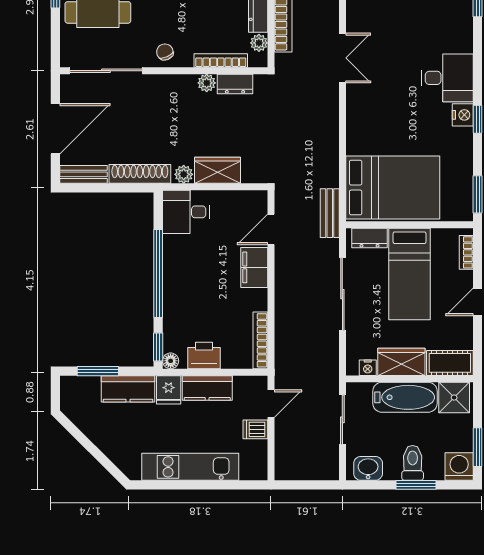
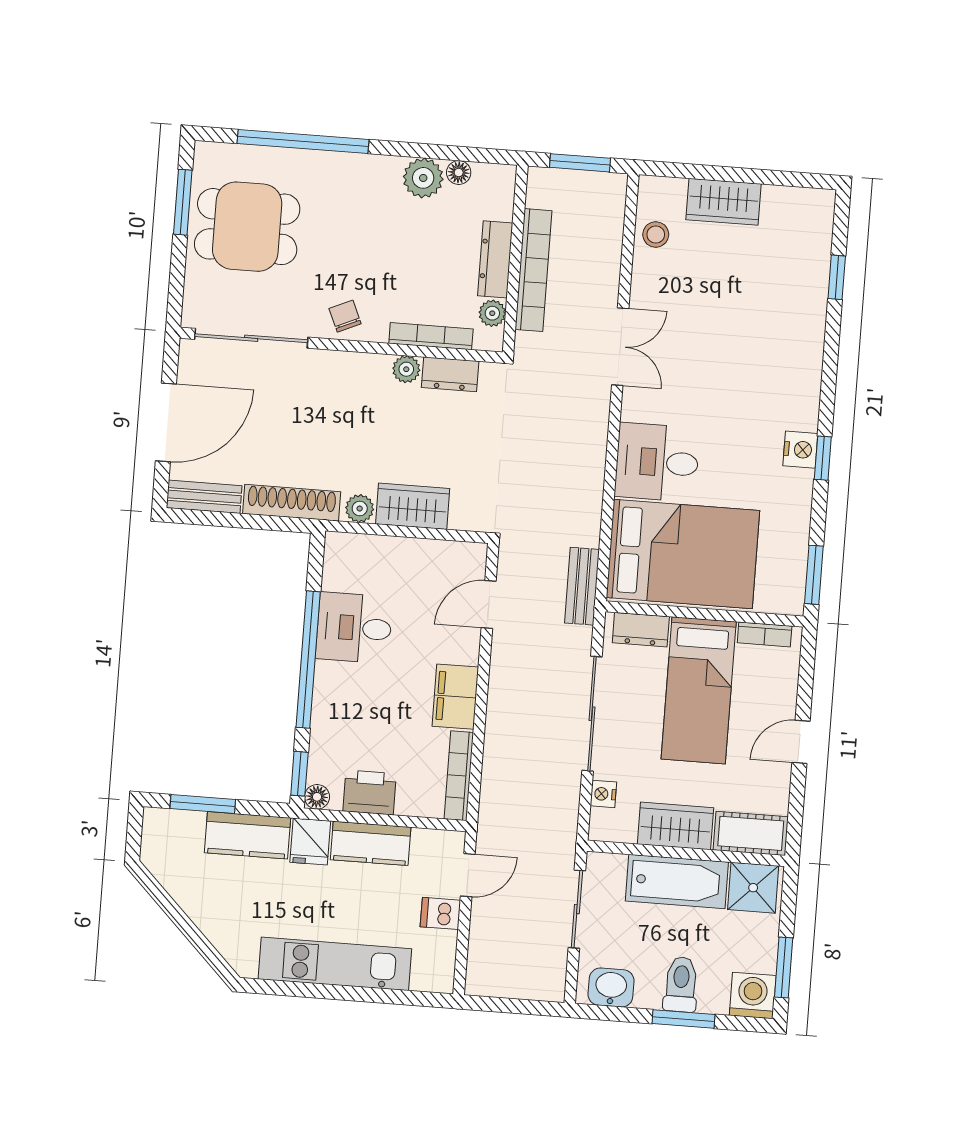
desk: (447, 78) -> (657, 462), moved, turned 180
desk: (186, 212) -> (354, 628), moved
bookcase: (466, 252) -> (765, 634), moved, turned -90
filing cabinet: (254, 267) -> (455, 697), moved
nightstand: (368, 368) -> (603, 794), moved, turned 90

